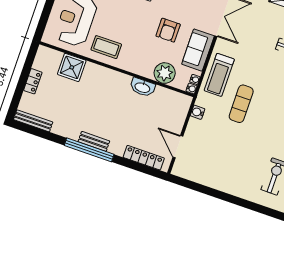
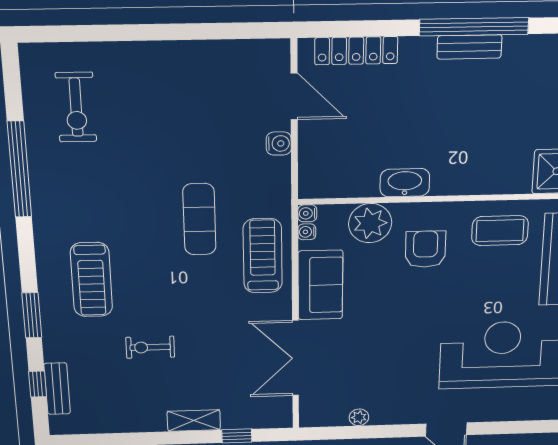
armchair: (168, 30) -> (425, 249), moved
water cooler: (198, 112) -> (279, 144), moved

